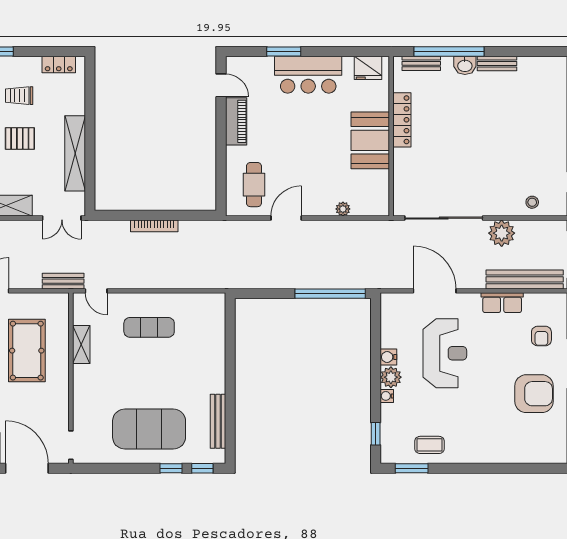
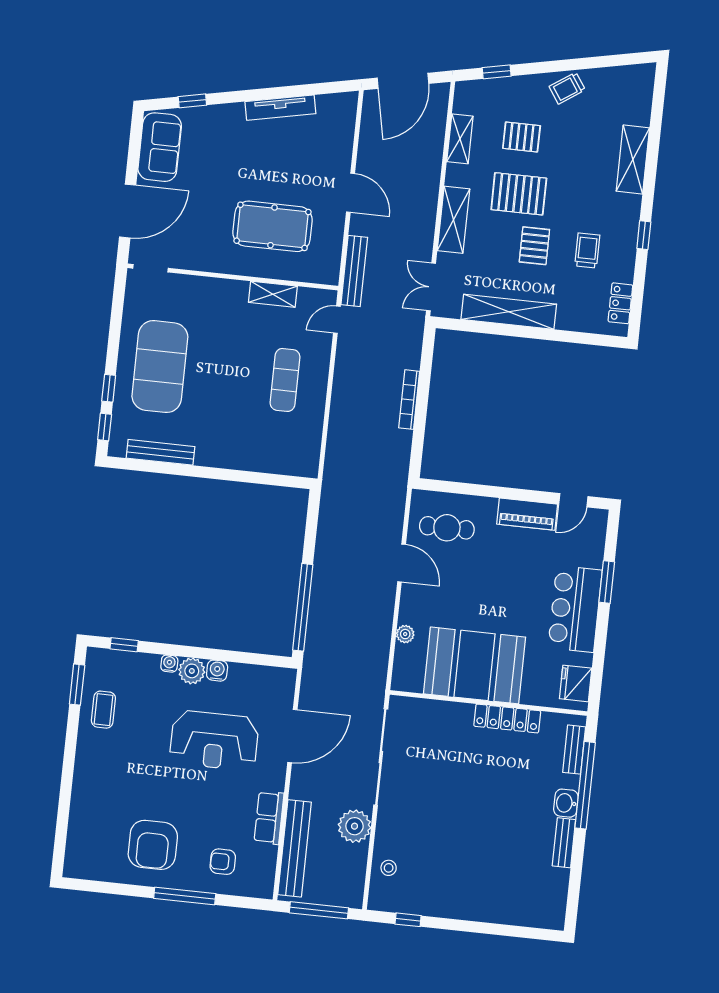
booth: (370, 140) -> (474, 665), width x1.36, depth x1.42
bench: (63, 281) -> (354, 271), width x1.36

